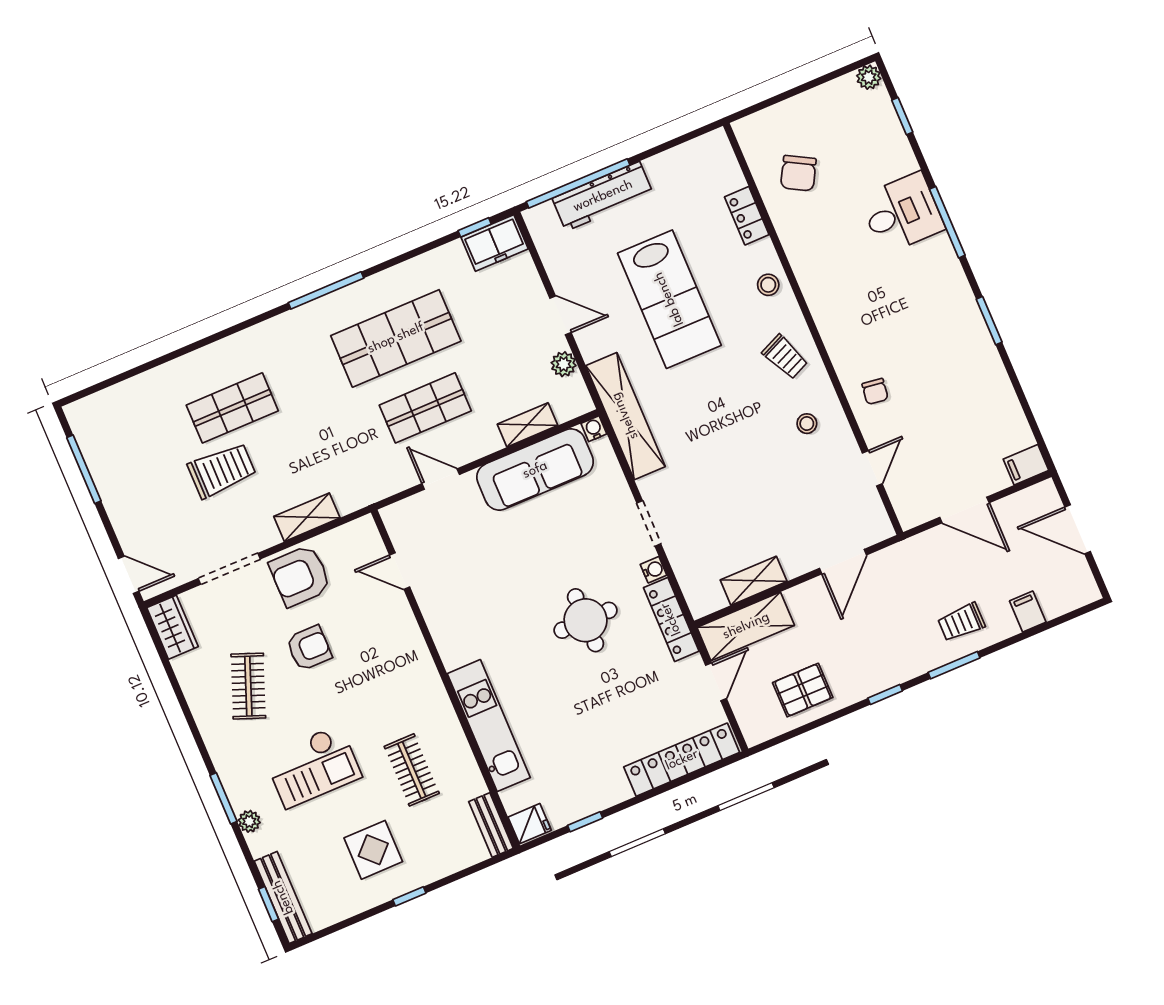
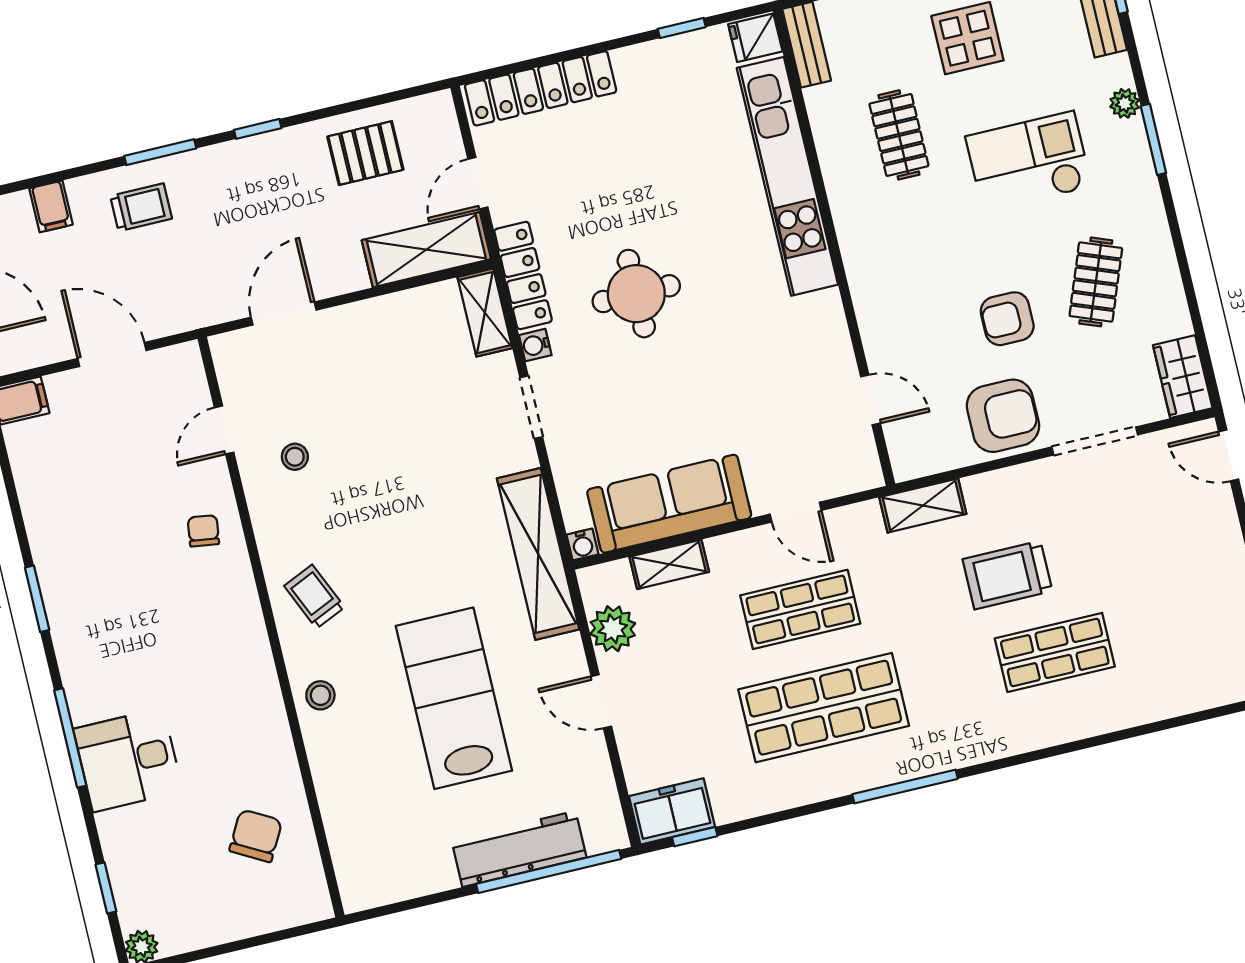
locker: (747, 216) -> (333, 791), removed
plant: (564, 364) -> (613, 629), width x1.38, depth x1.38
stool: (807, 424) -> (295, 457), moved
trolley: (222, 470) -> (1007, 575), moved
shelving: (307, 517) -> (923, 506), moved
shelving: (754, 581) -> (485, 313), moved, turned 90
kitchen unit: (489, 726) -> (787, 176), width x1.36

